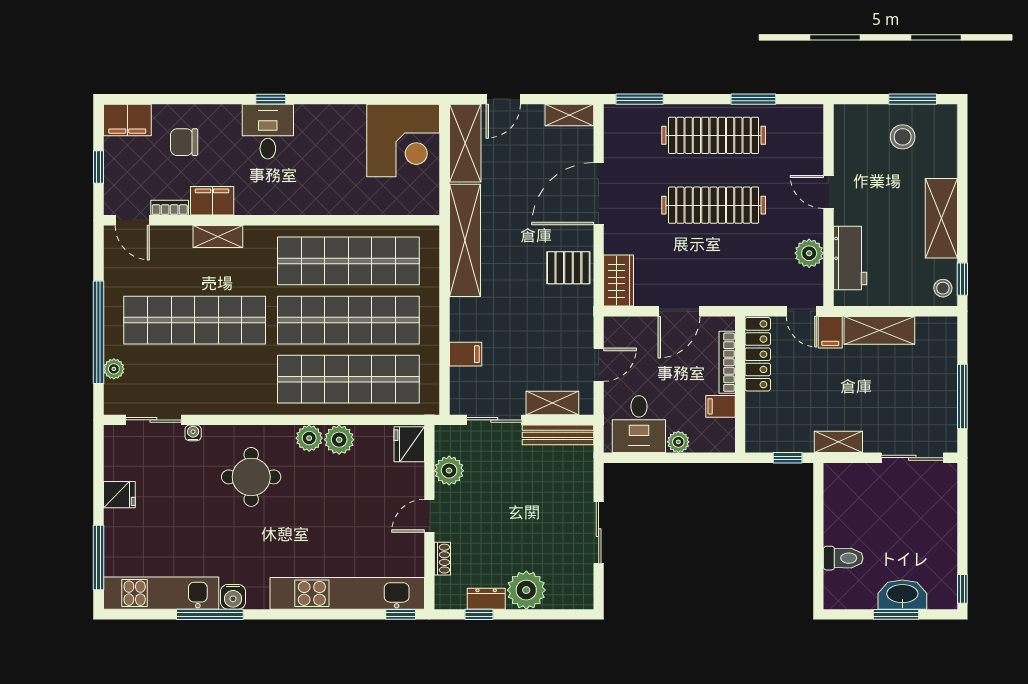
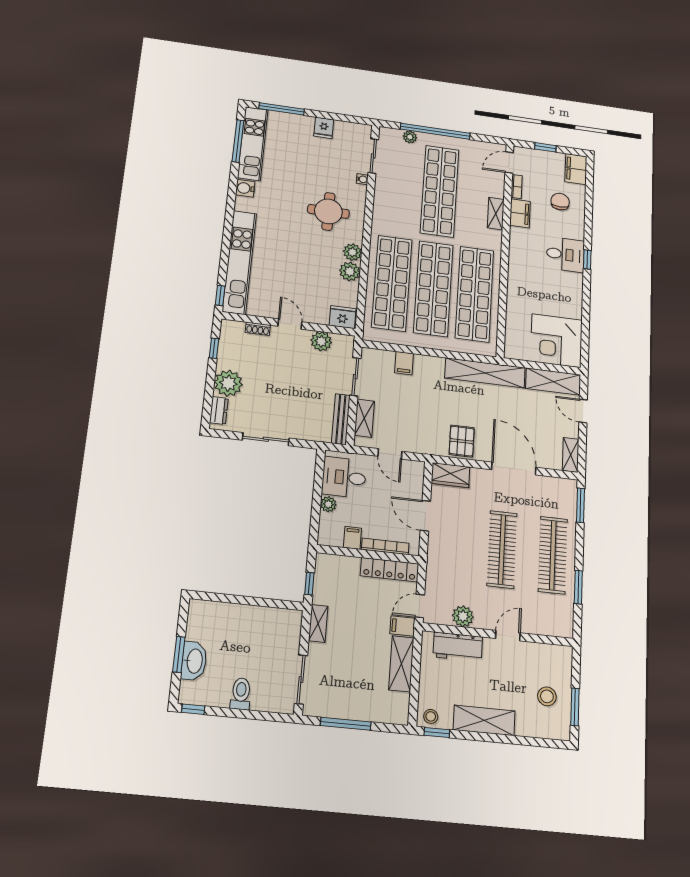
toilet: (843, 558) -> (241, 694), moved, turned 180
dresser: (486, 599) -> (219, 410), moved
window: (210, 614) -> (238, 141), moved

